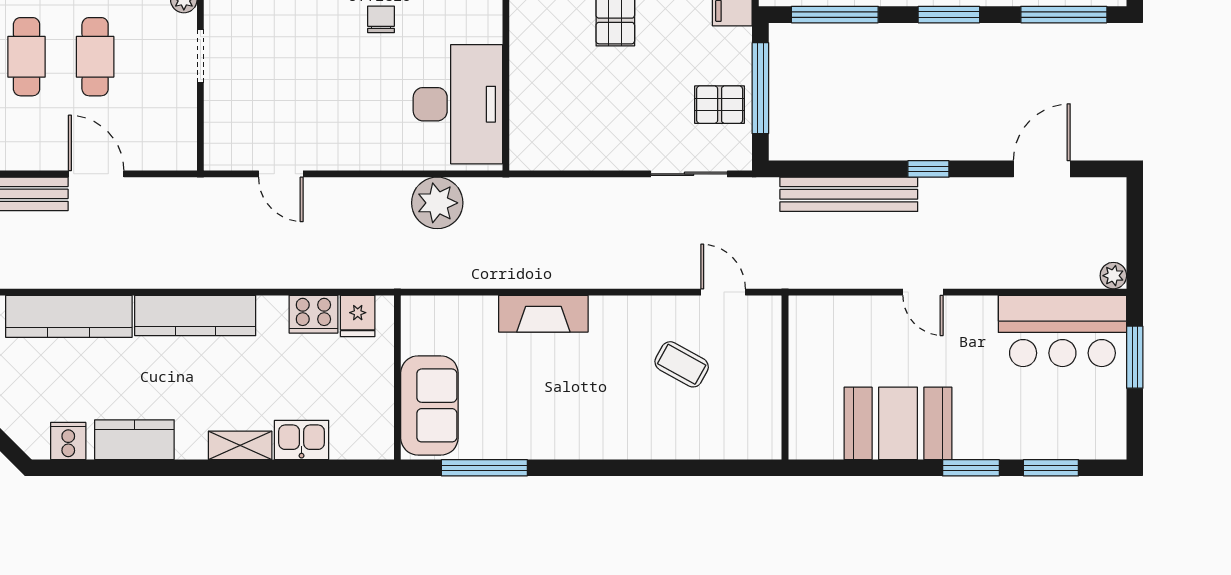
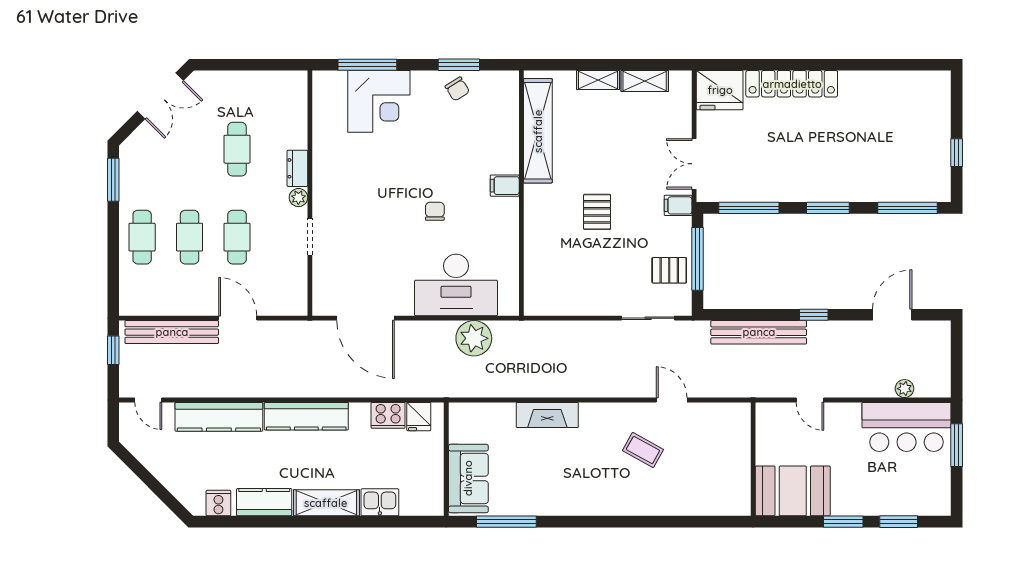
desk: (458, 104) -> (456, 285), moved, turned 90
door: (281, 174) -> (366, 318), width x1.87
plant: (1113, 276) -> (904, 389), moved
wall: (785, 377) -> (753, 459), moved
shelving: (240, 445) -> (326, 503), width x1.50, depth x1.33

